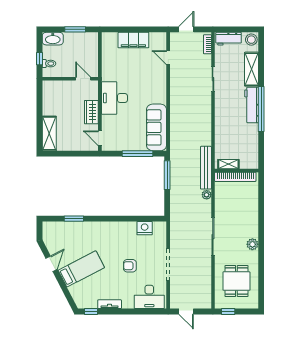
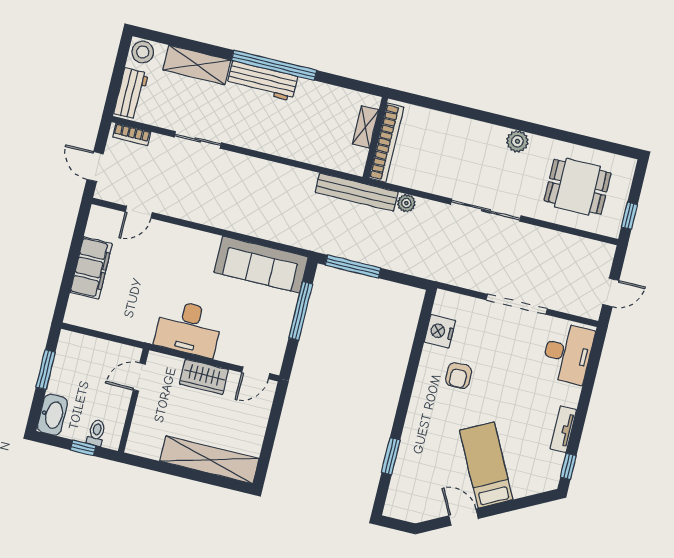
shelving: (49, 133) -> (209, 460), width x1.47
shelving: (228, 164) -> (366, 127), moved
armchair: (130, 266) -> (459, 376), moved

